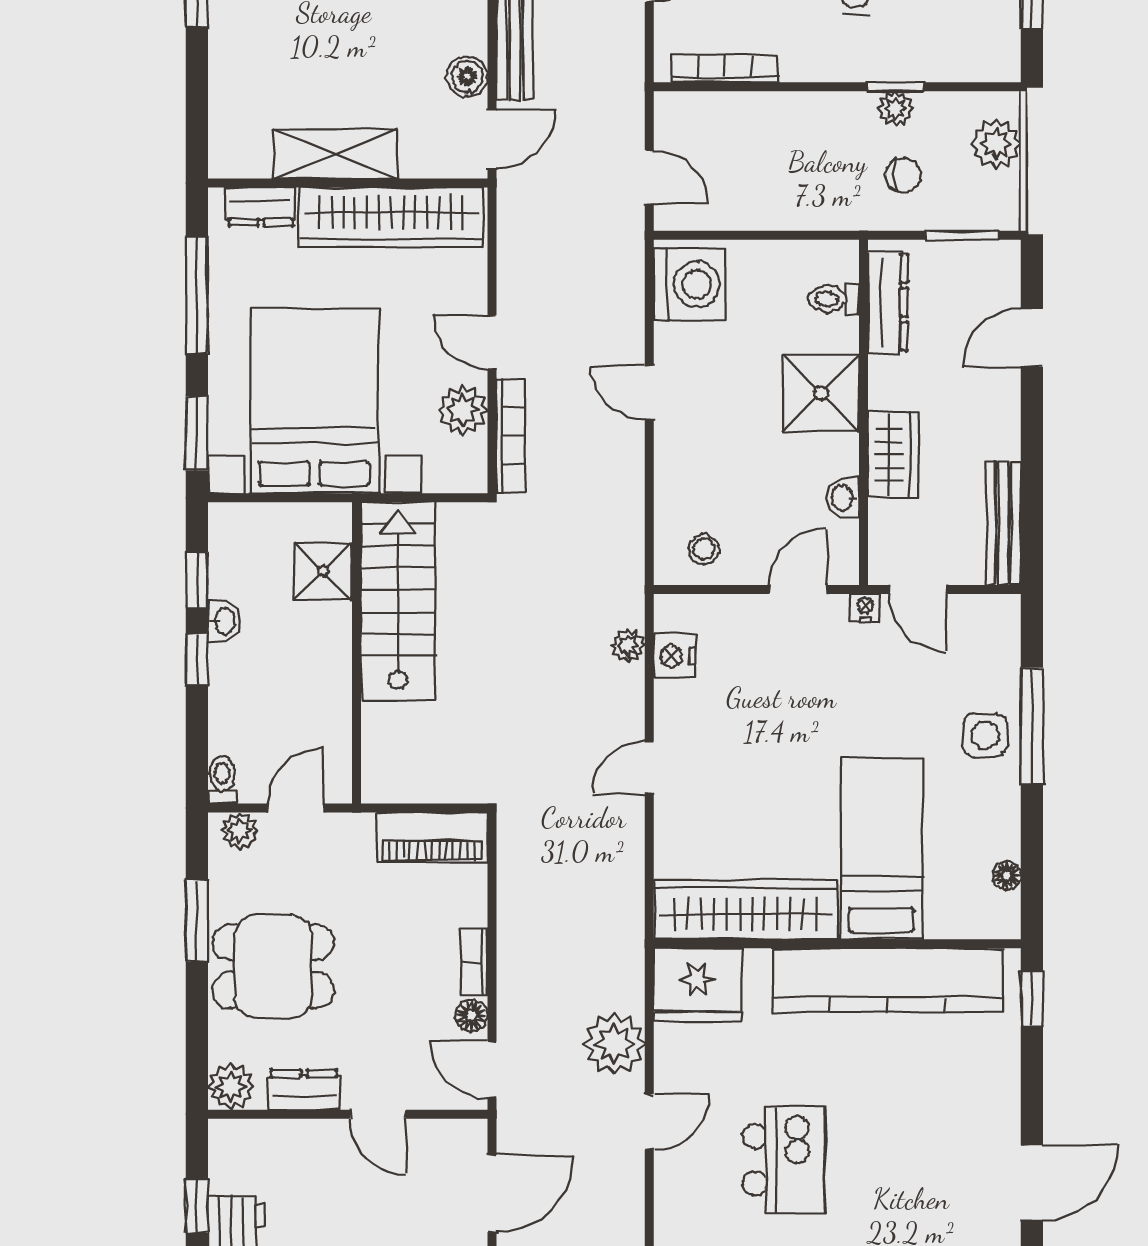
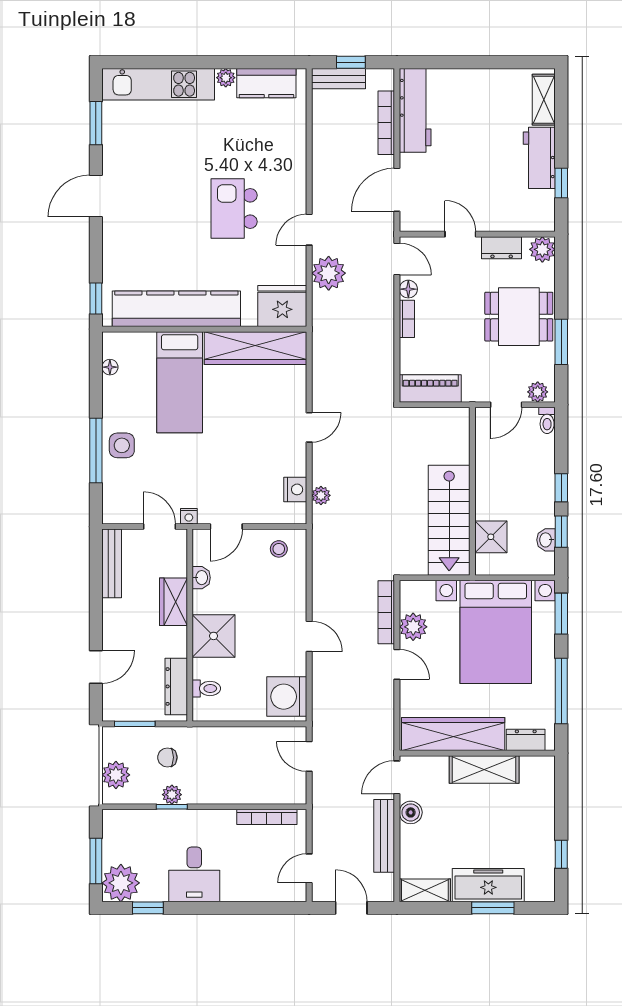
washbasin: (224, 621) -> (546, 540), moved

